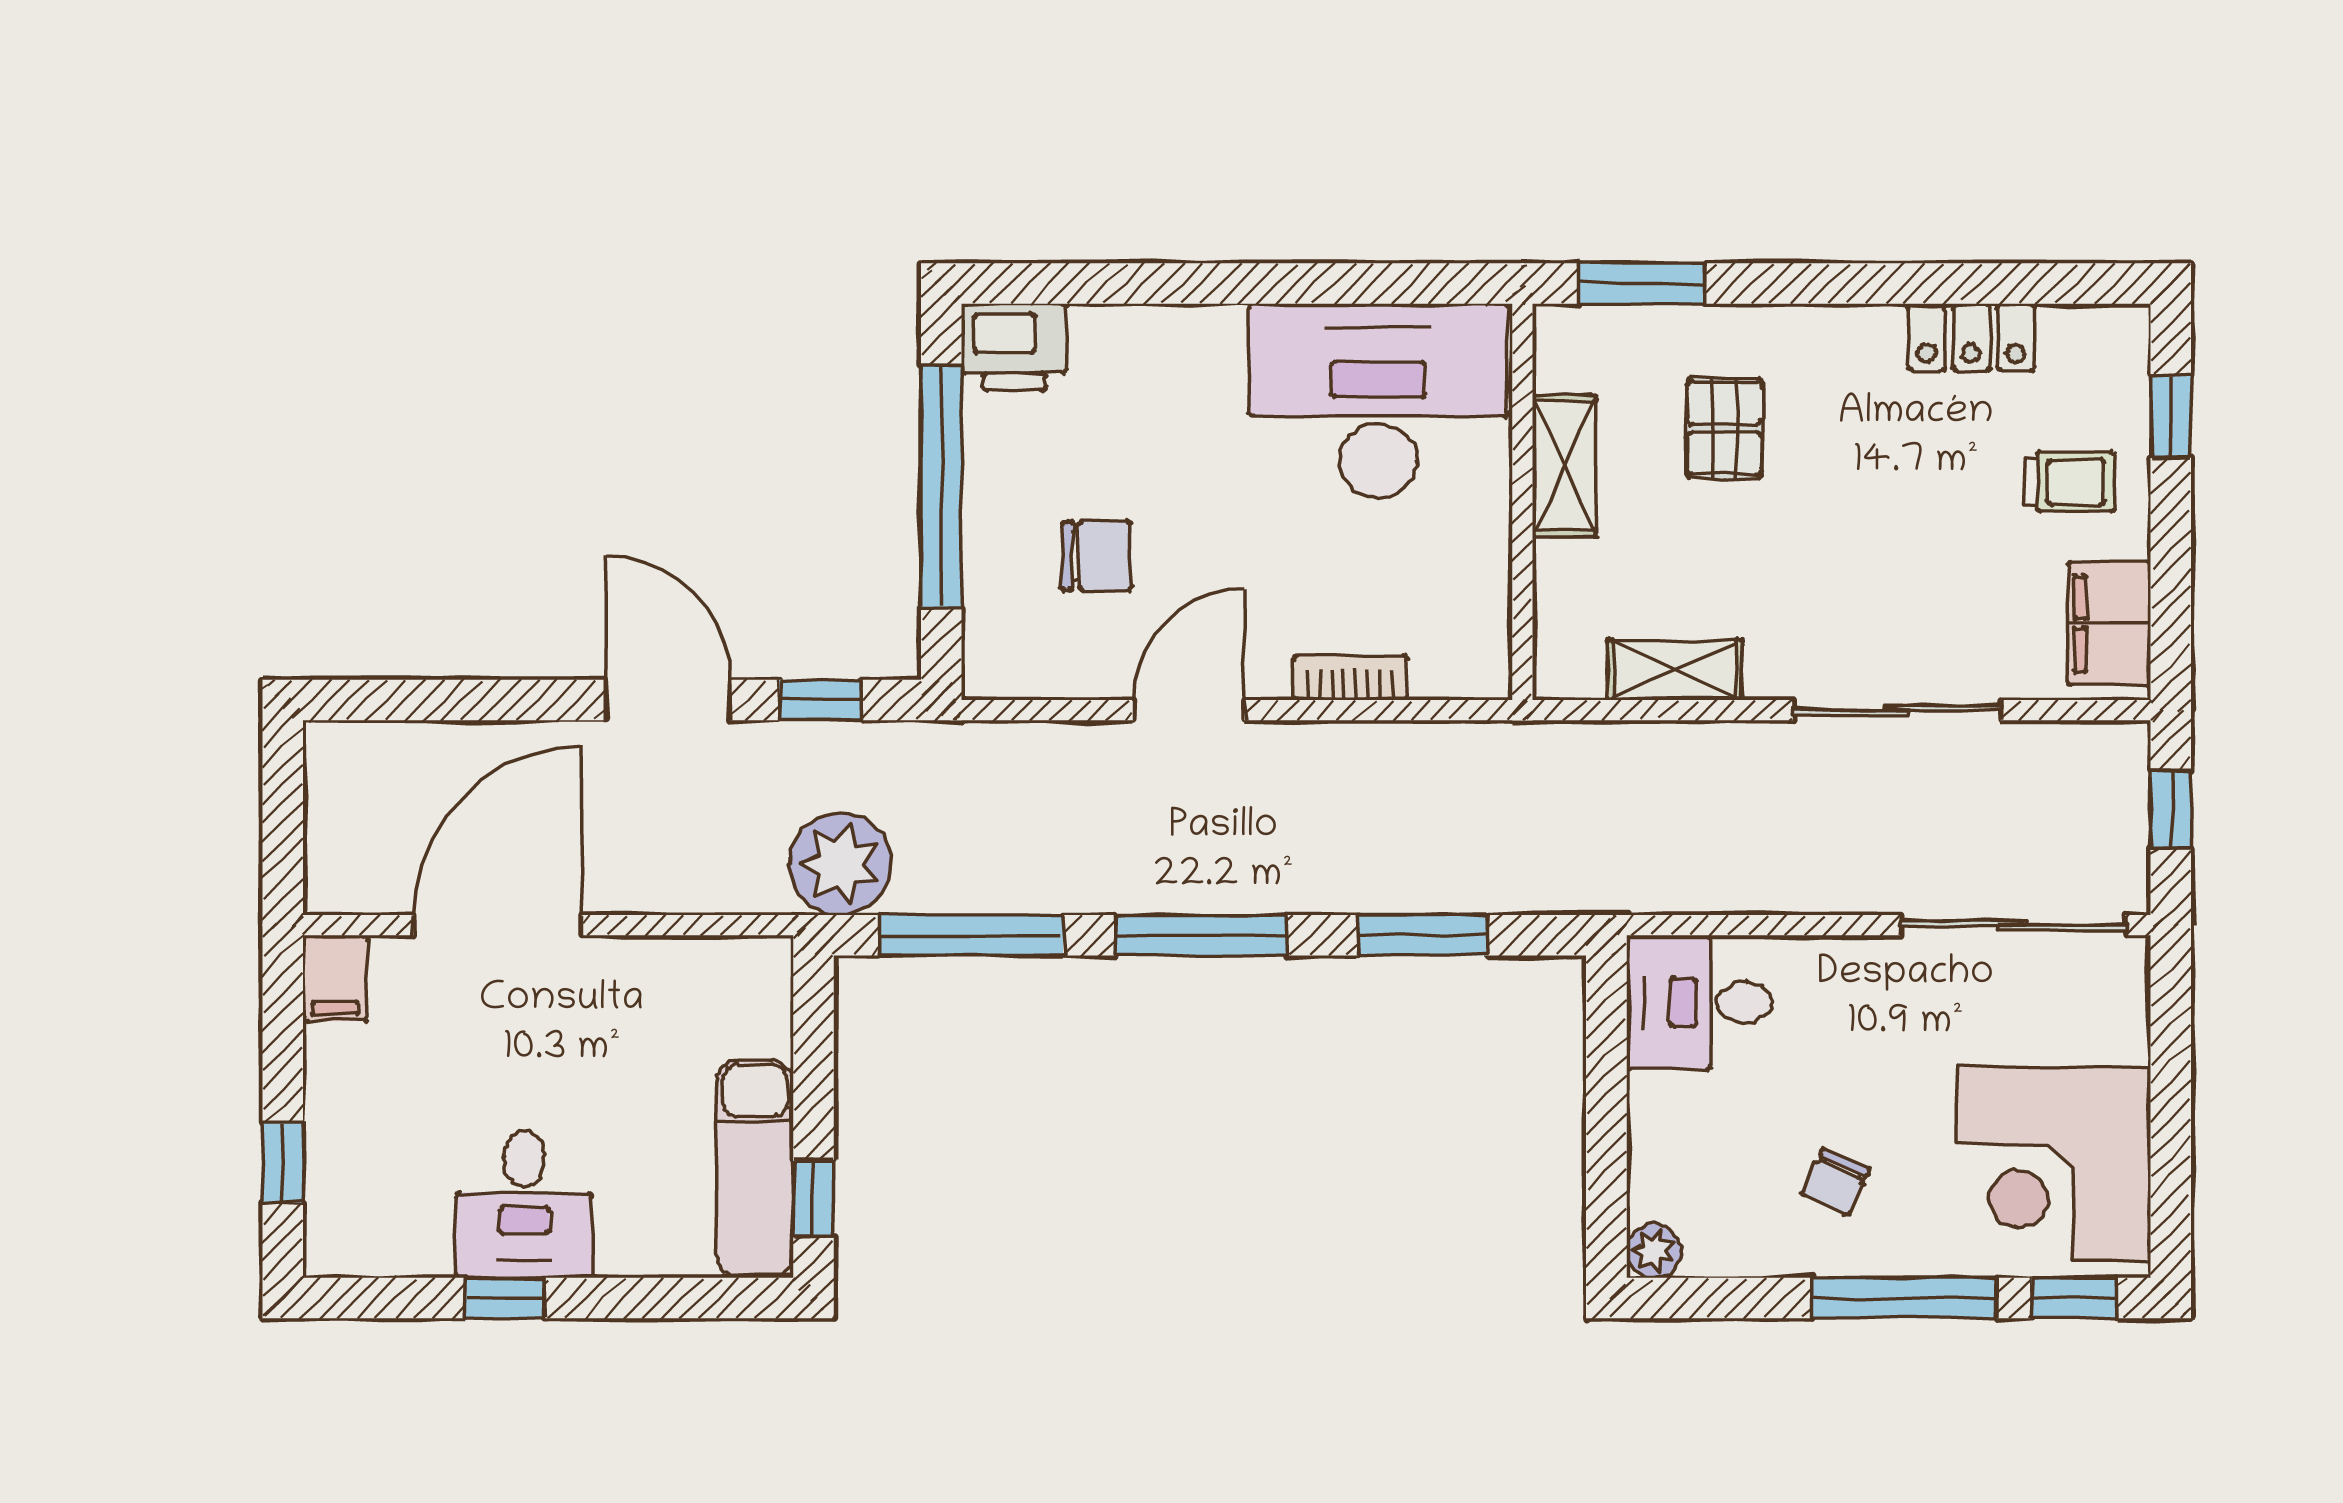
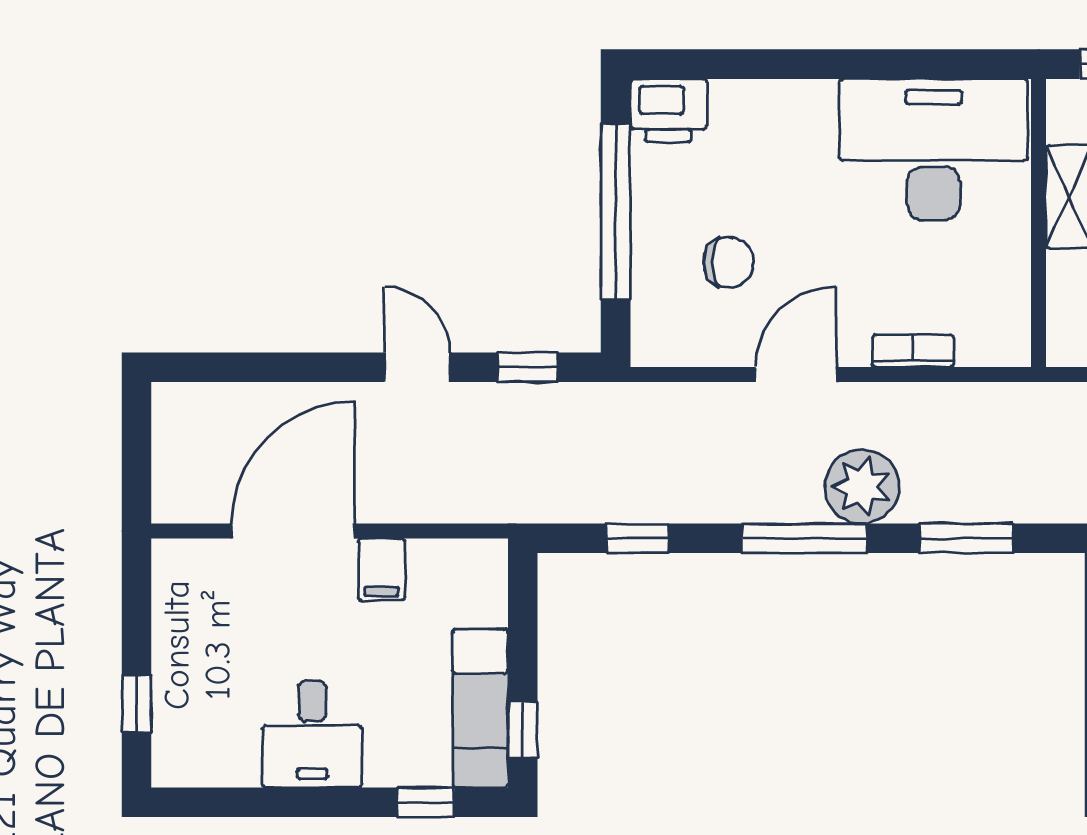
door: (668, 700) -> (417, 367), width x0.73
plant: (841, 864) -> (862, 486), moved
window: (971, 935) -> (637, 538), width x0.46
filing cabinet: (335, 978) -> (381, 570), moved
window: (504, 1298) -> (426, 802), moved

